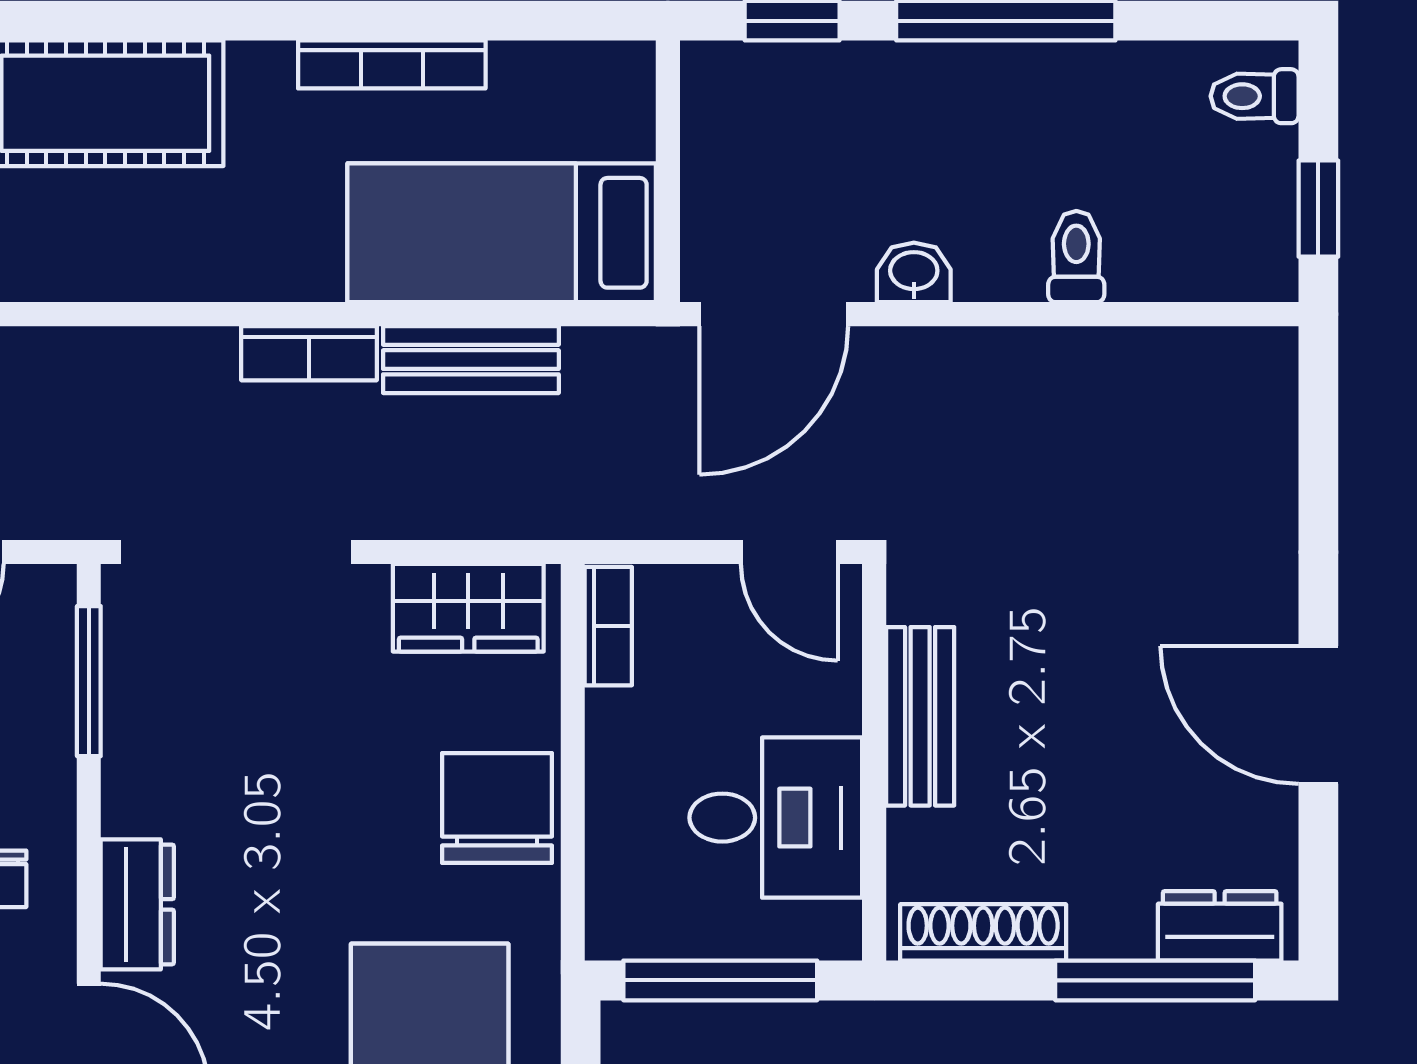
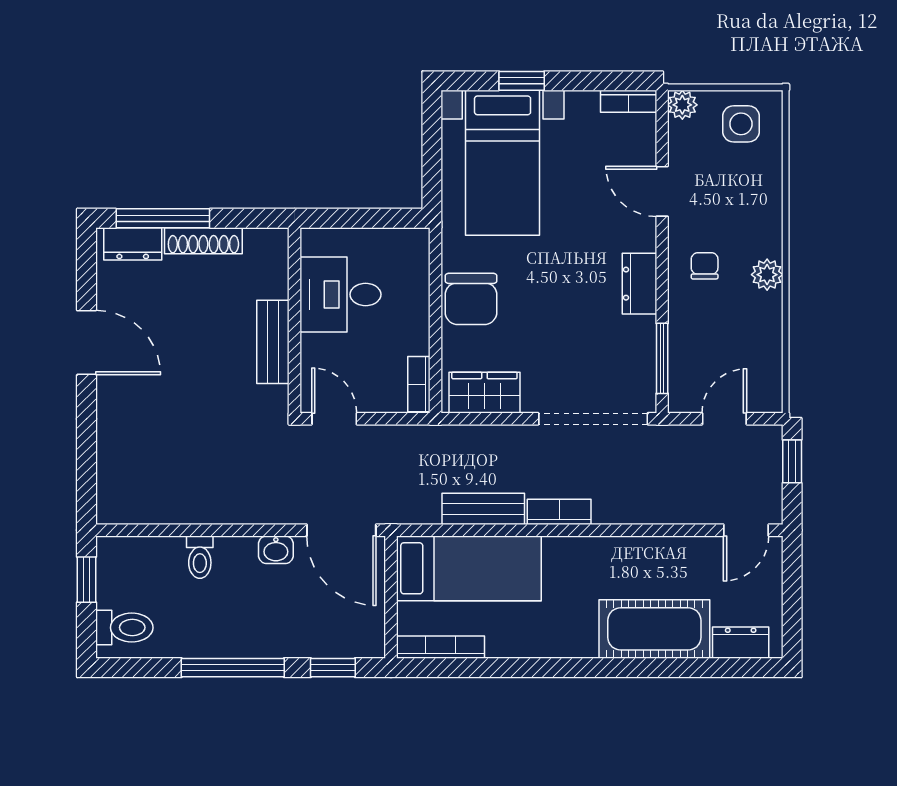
bookcase: (392, 64) -> (440, 647), moved
toilet: (1255, 96) -> (124, 628), width x1.37, depth x1.39
door: (774, 314) -> (341, 530), swing flipped
dresser: (137, 904) -> (639, 284), moved
shoe rack: (983, 932) -> (203, 241), moved
window: (720, 980) -> (367, 218), removed

